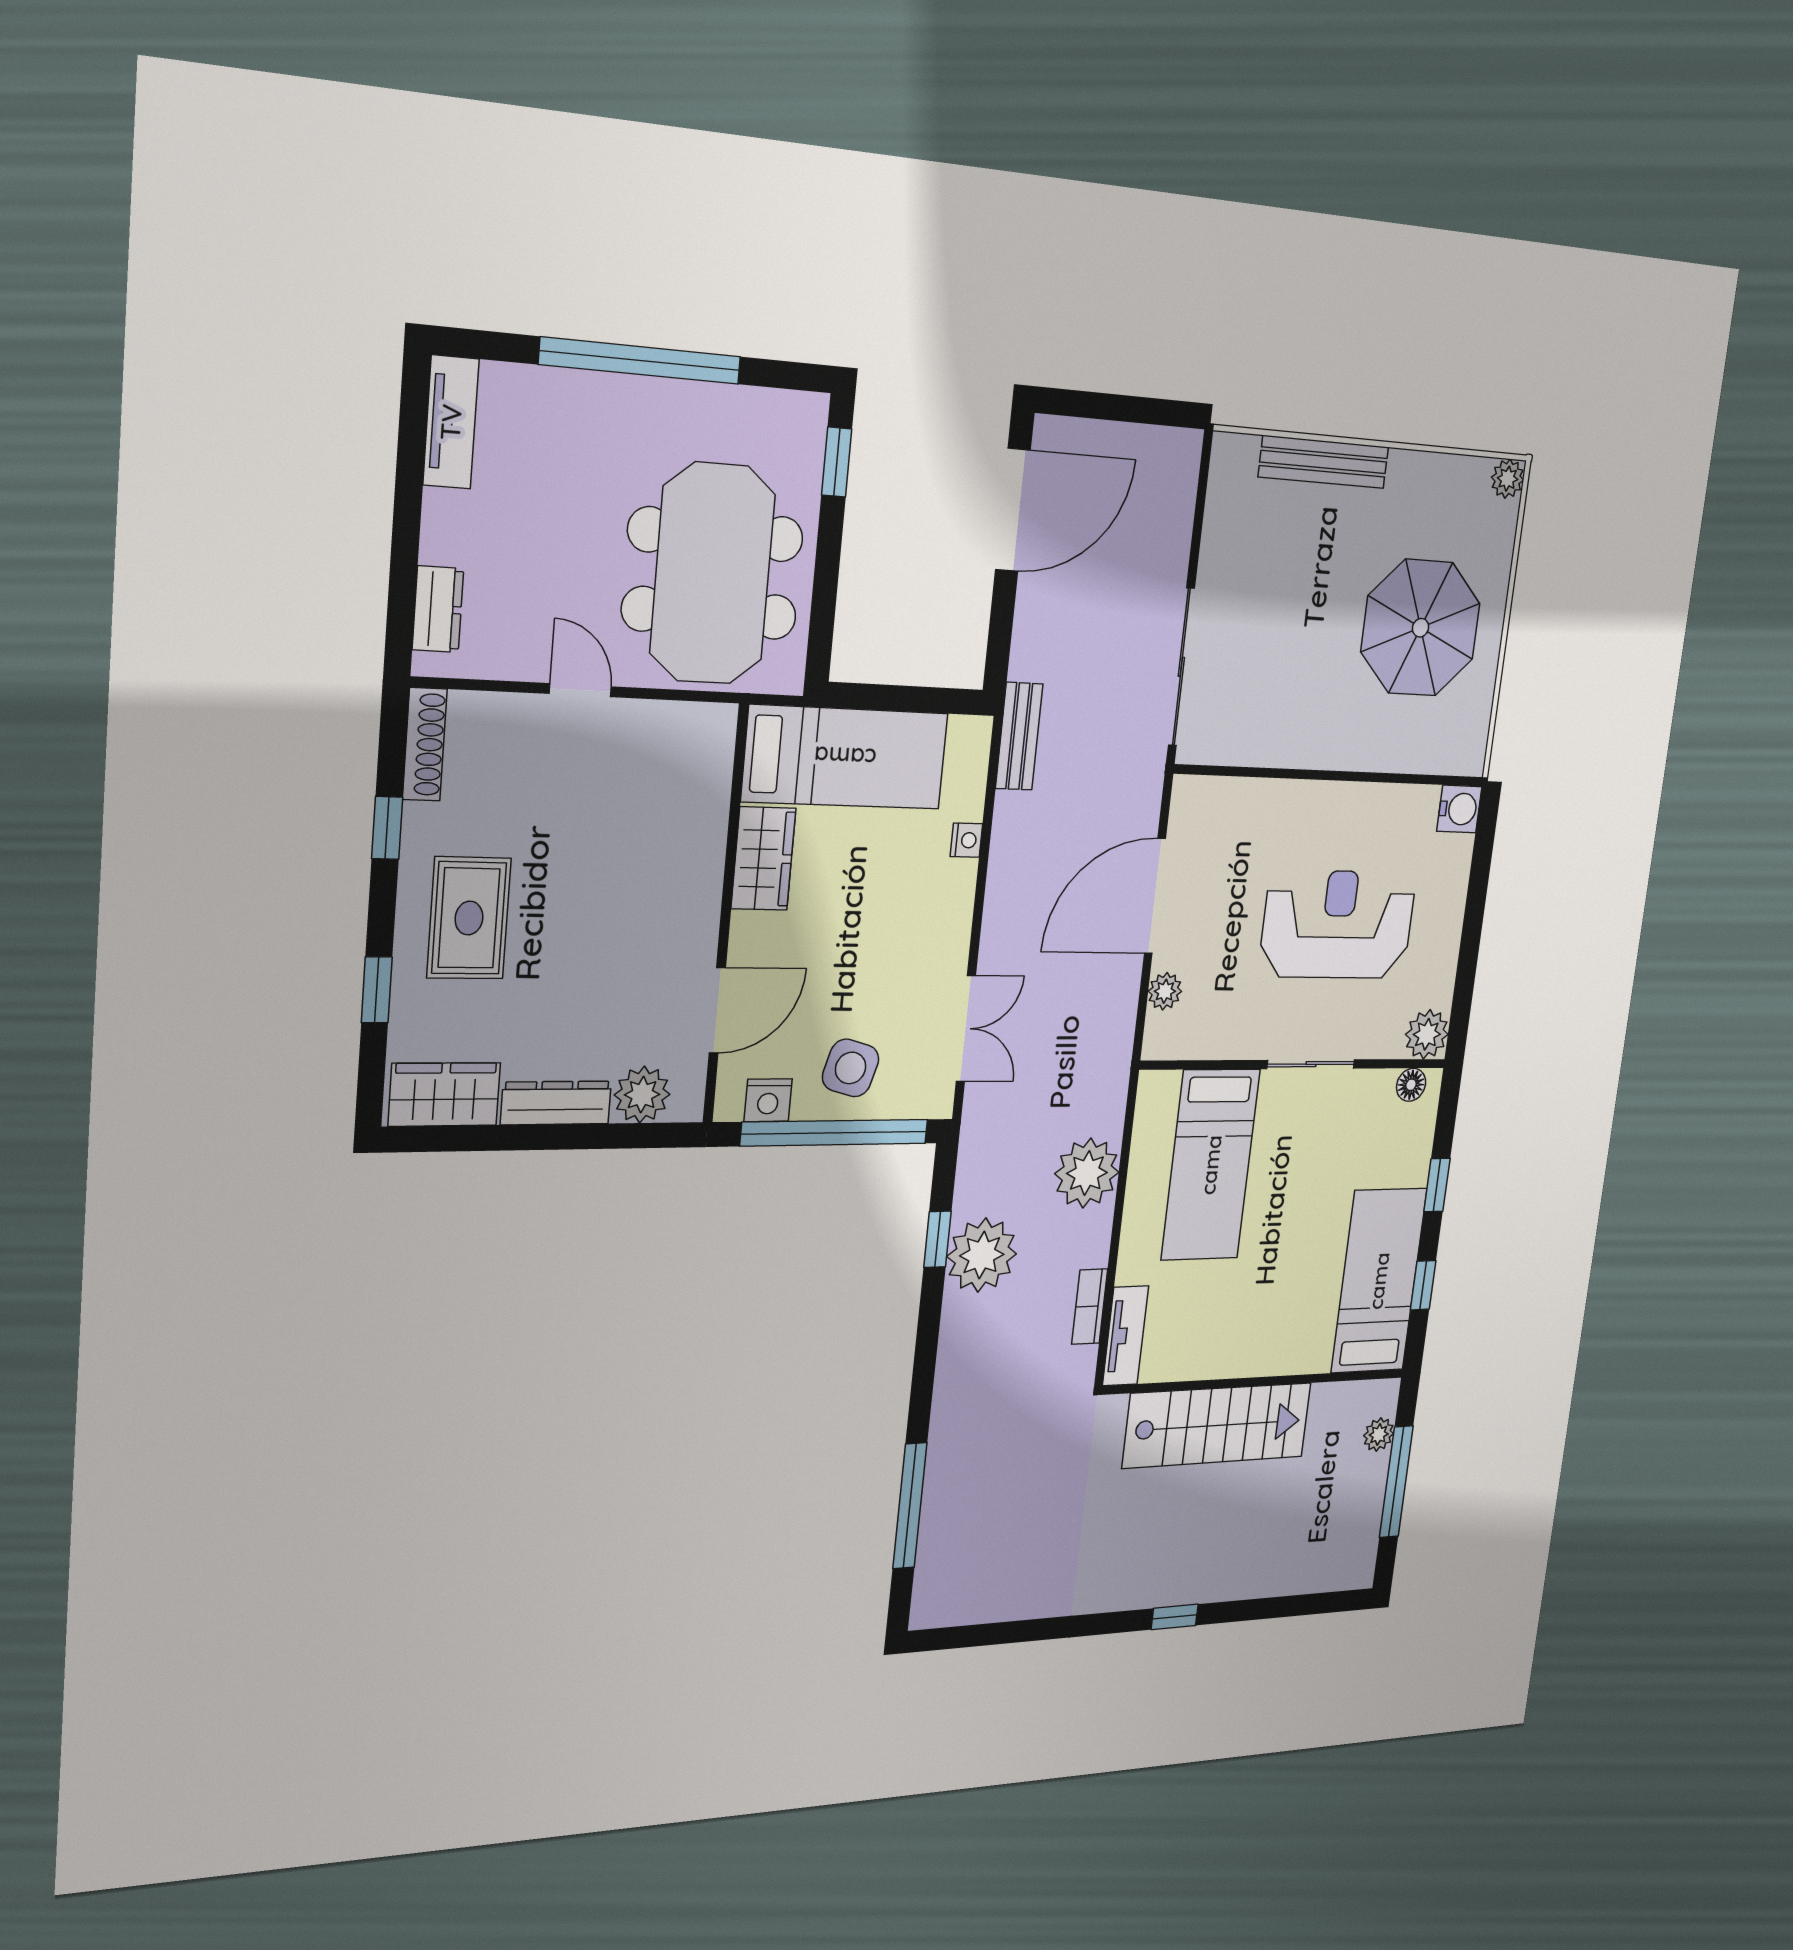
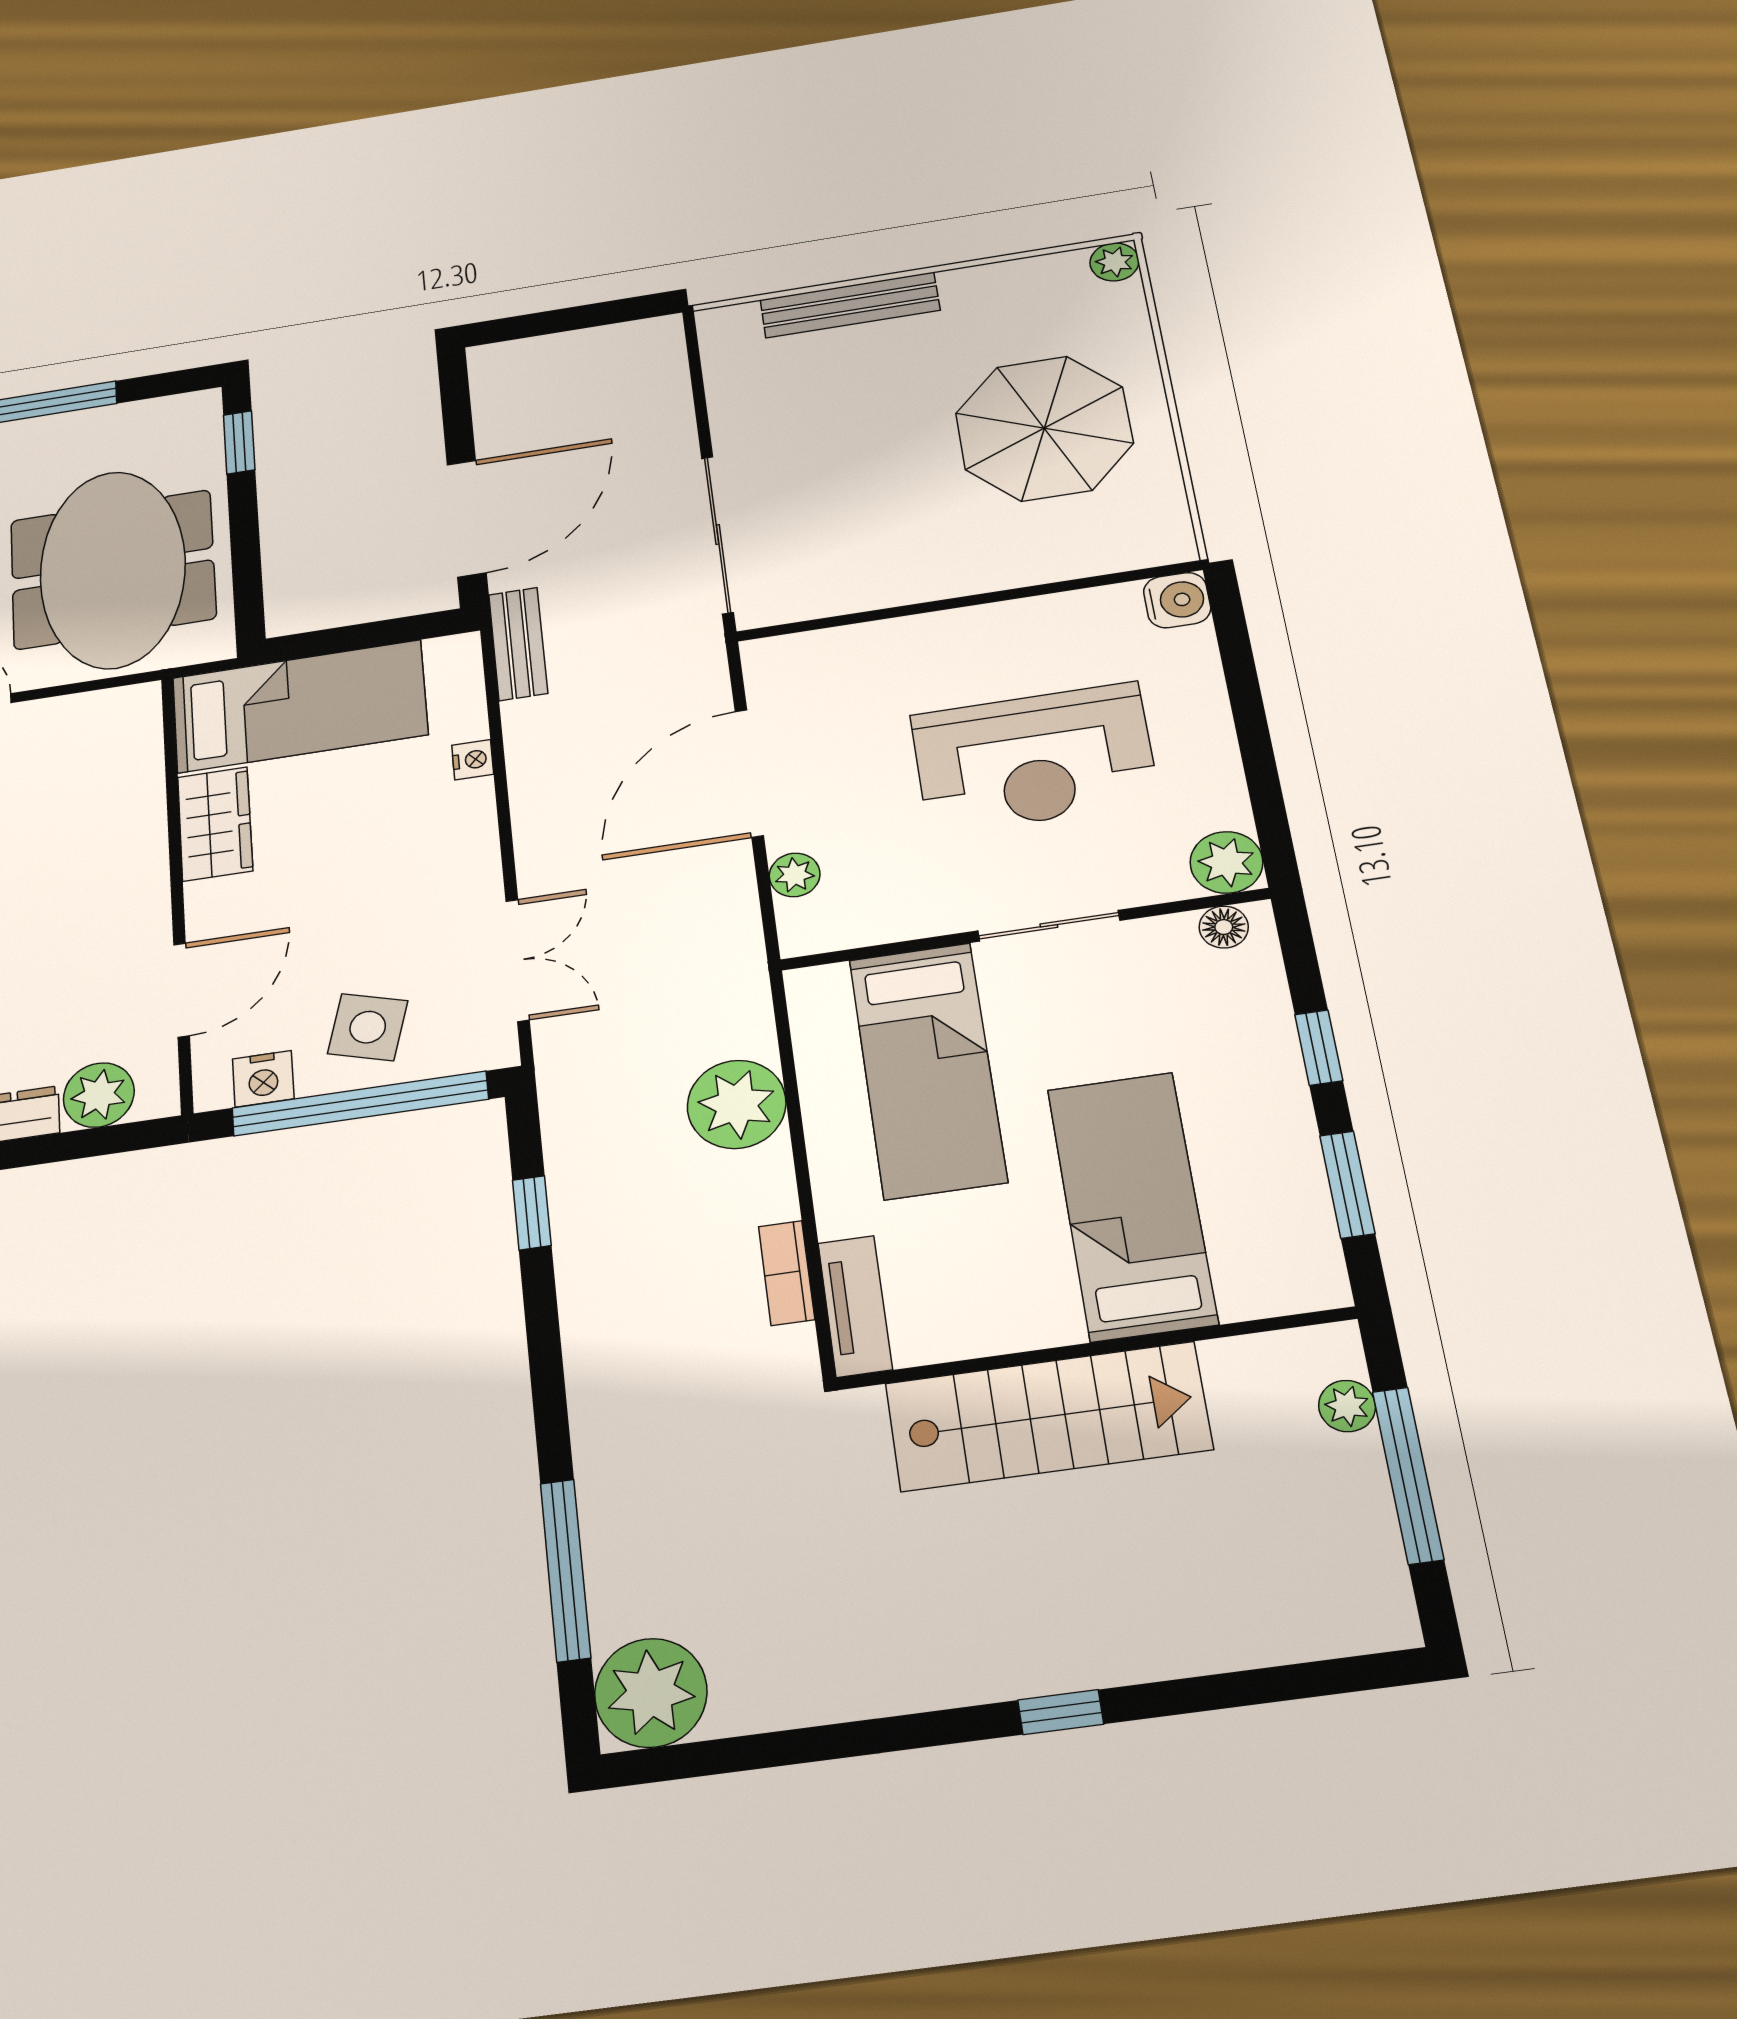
door: (1013, 510) -> (467, 518), moved
reception desk: (1338, 924) -> (1034, 758), turned 180
plant: (982, 1255) -> (651, 1693), moved
bed: (1379, 1281) -> (1132, 1205), moved
window: (1423, 1285) -> (1347, 1184), width x1.50

